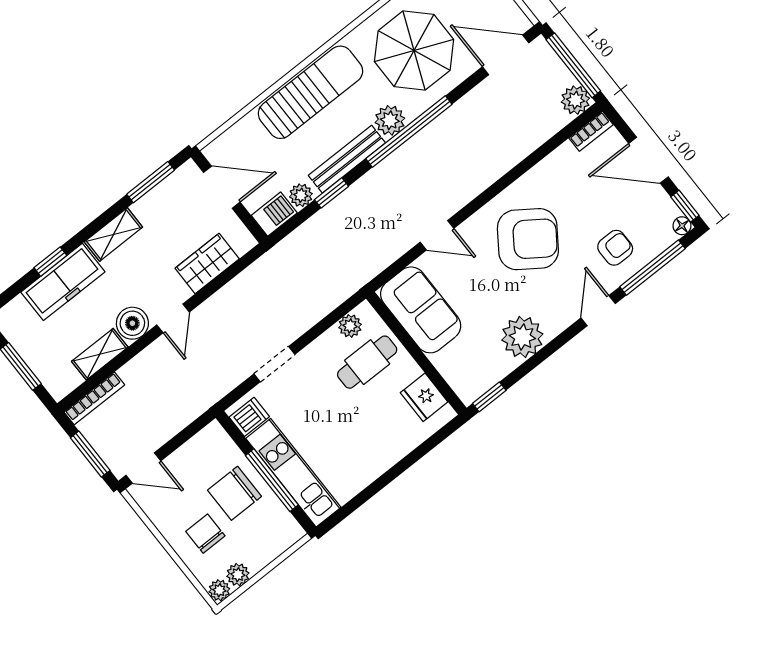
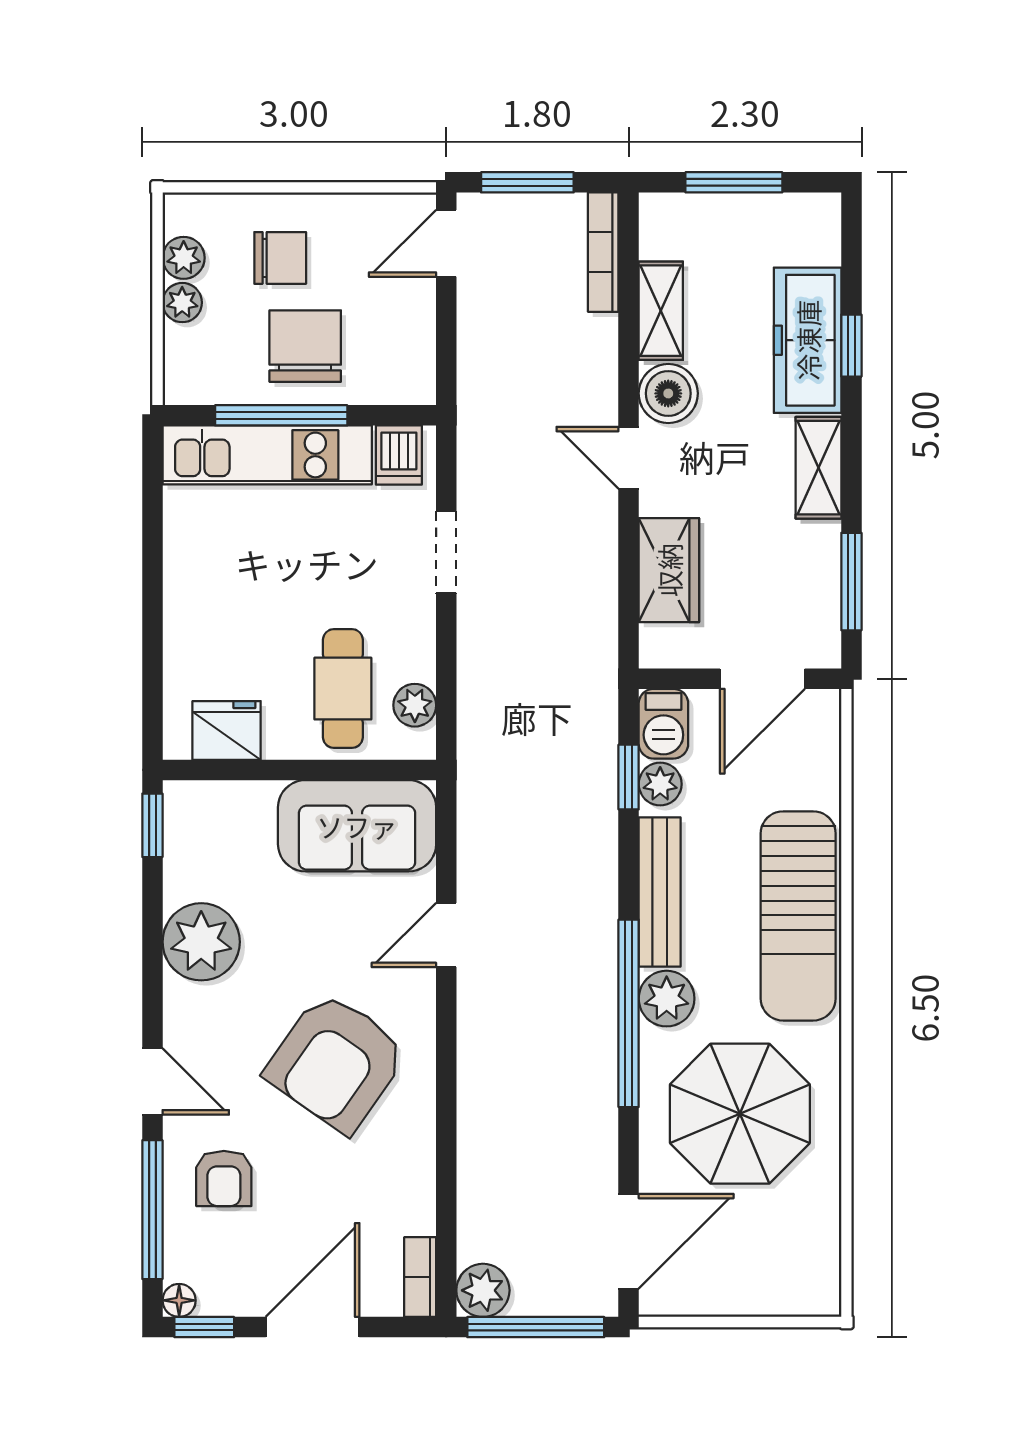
window: (331, 193) -> (629, 777), moved
plant: (219, 590) -> (182, 303), moved

